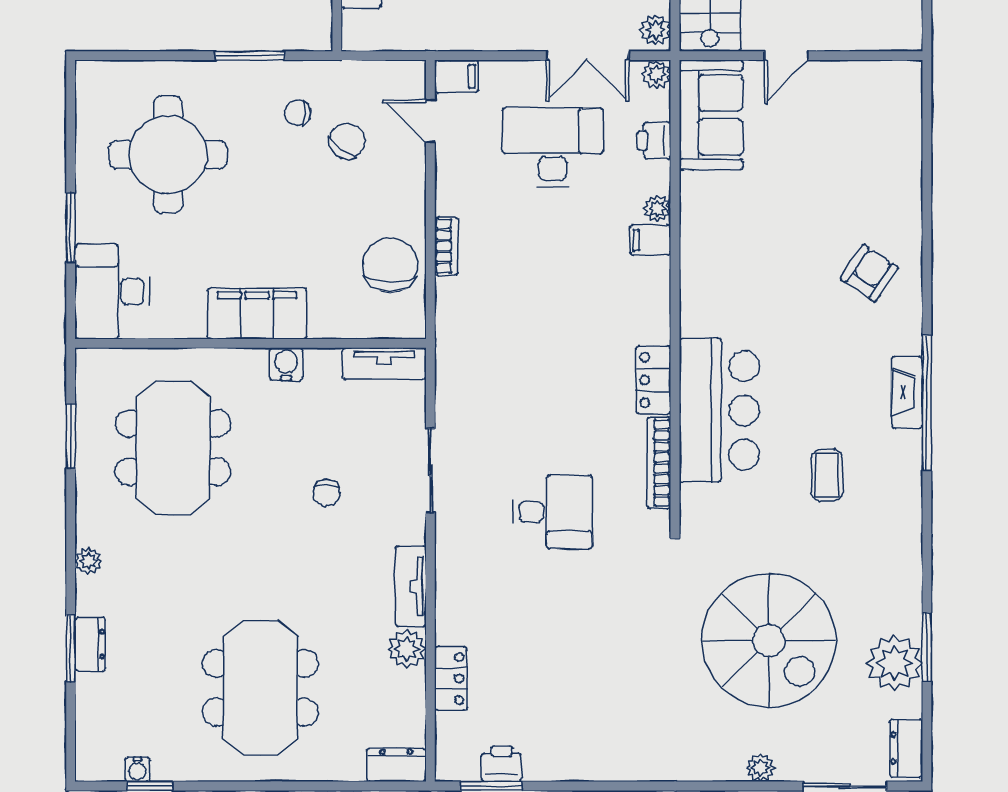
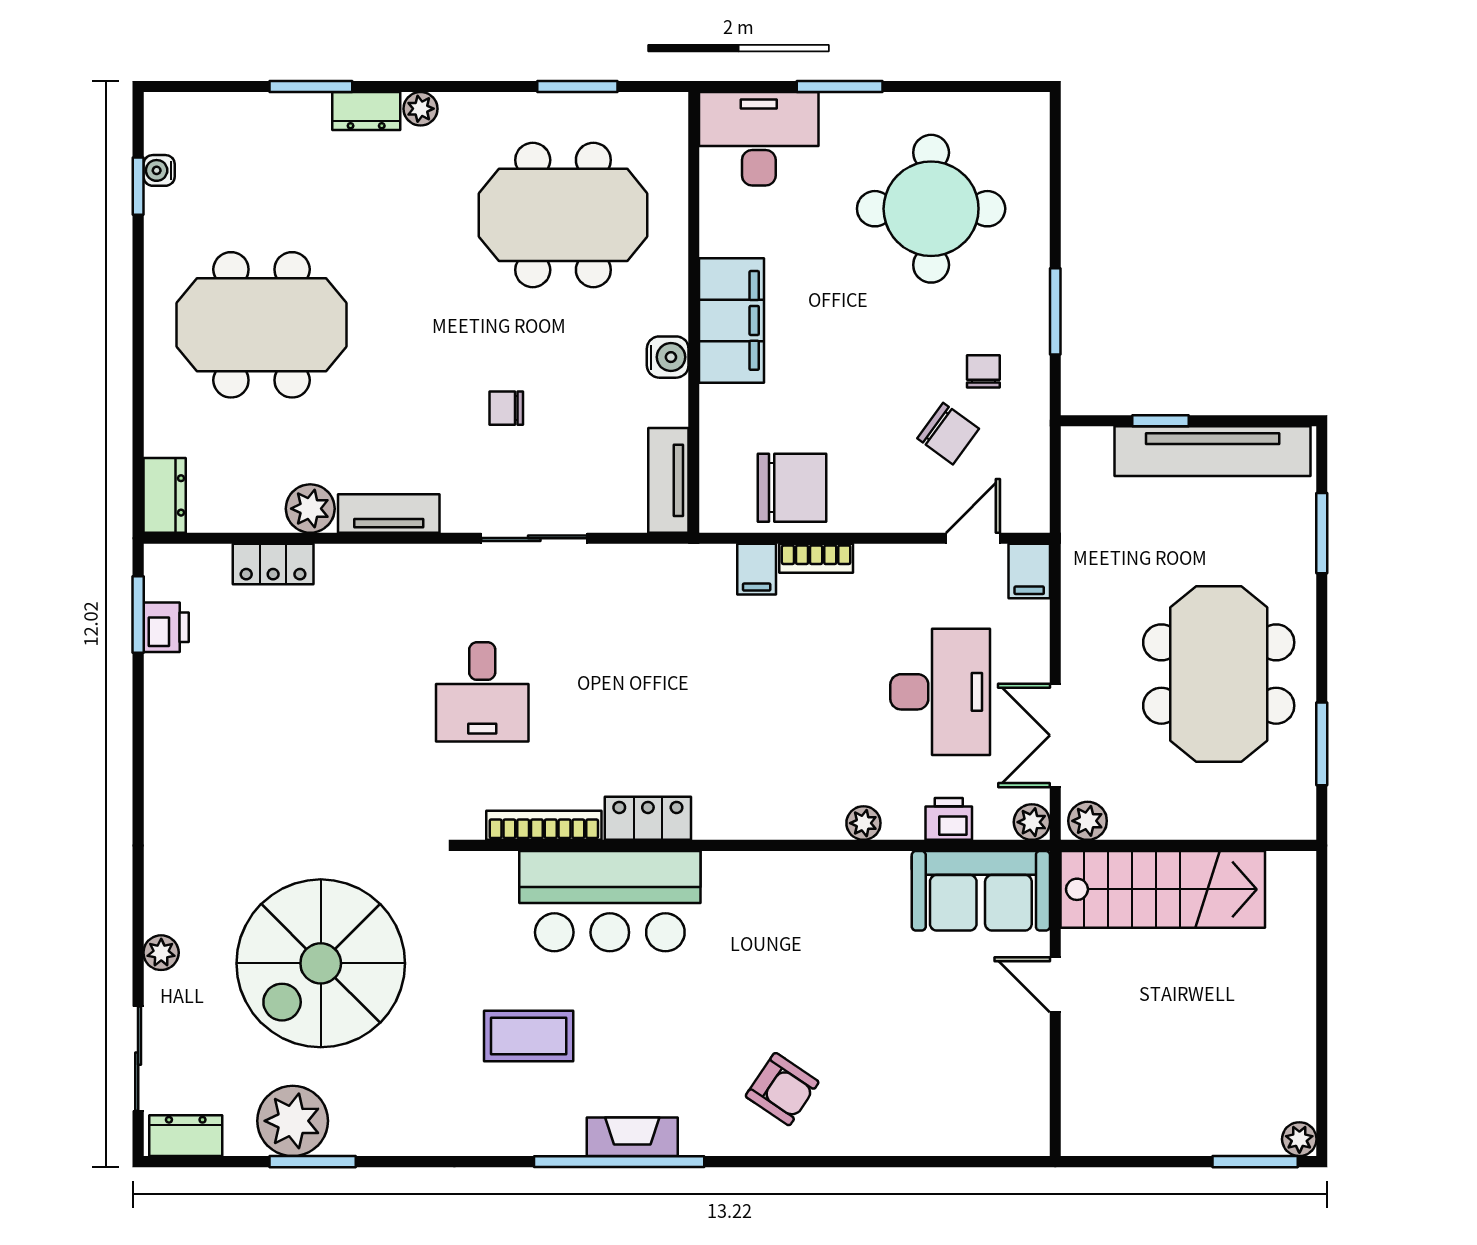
filing cabinet: (650, 240) -> (757, 569), moved, turned 180
coffee table: (827, 475) -> (529, 1036), width x1.36, depth x1.30
dresser: (90, 644) -> (366, 111), moved

